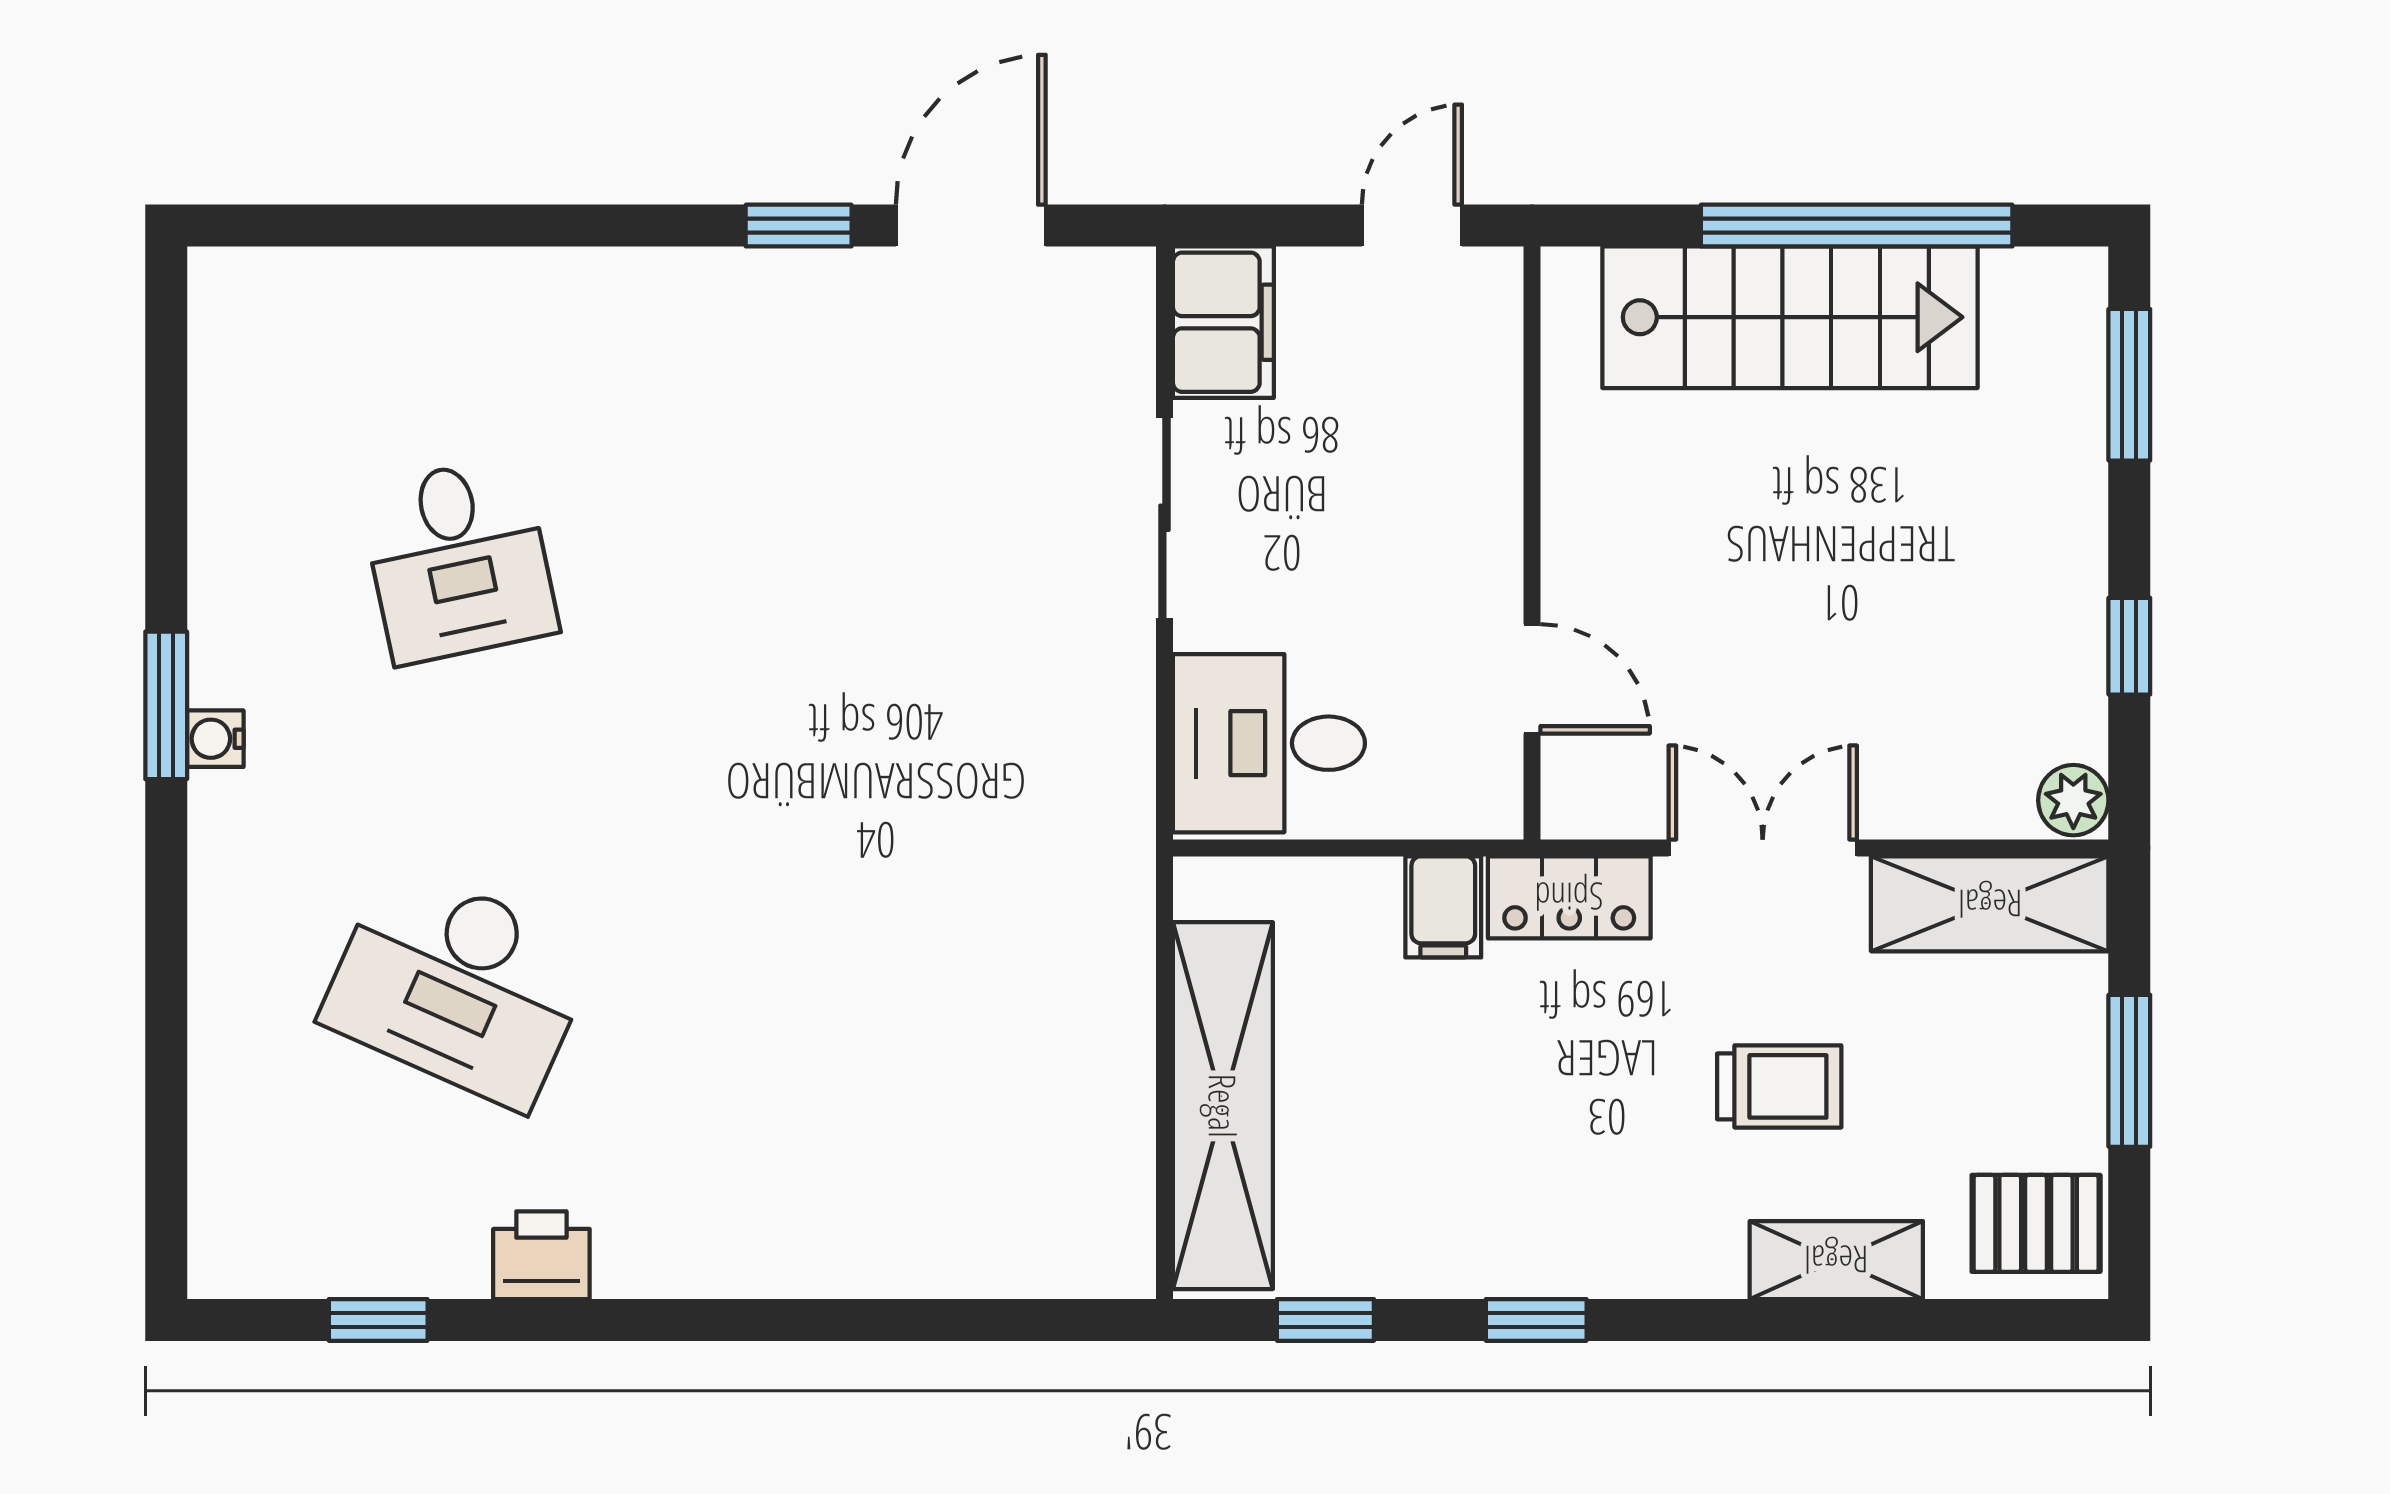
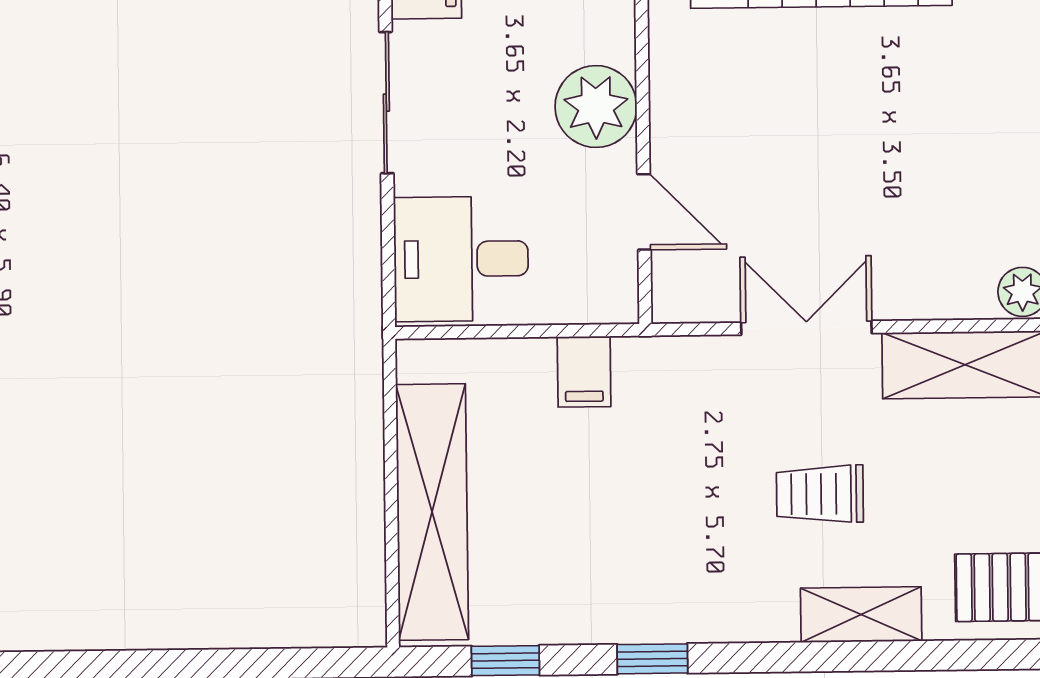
plant: (1465, 527) -> (596, 107), added
locker: (1569, 897) -> (672, 364), removed
trolley: (1779, 1086) -> (820, 494), turned 180

